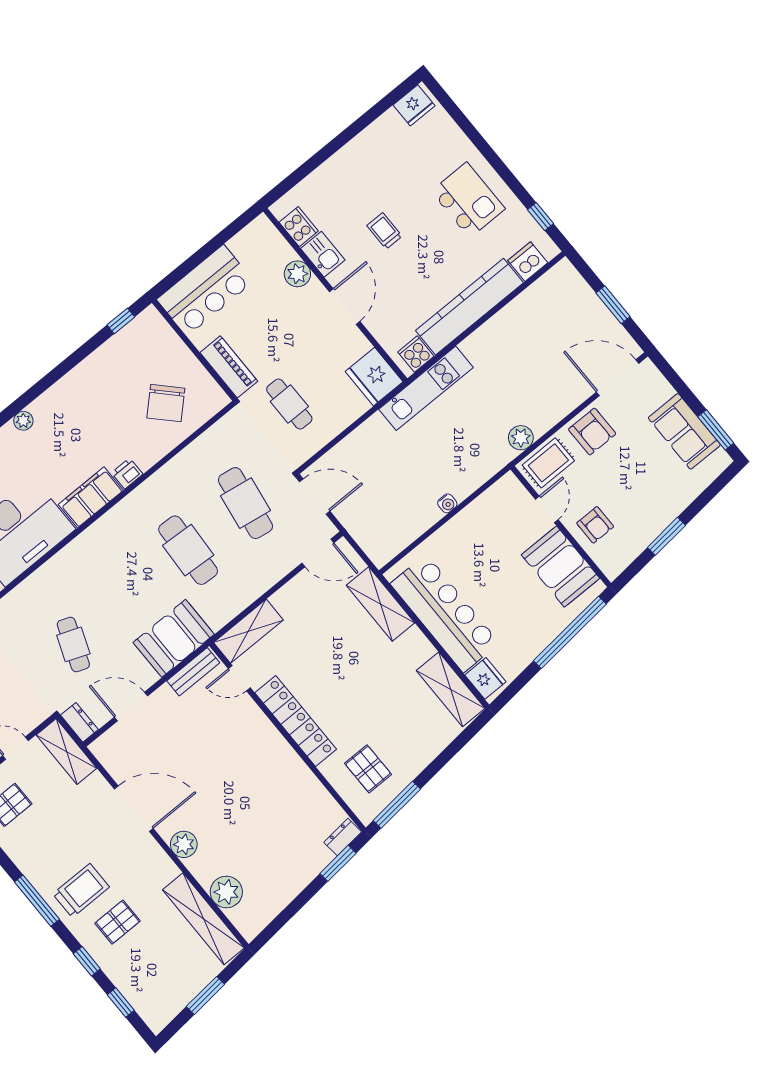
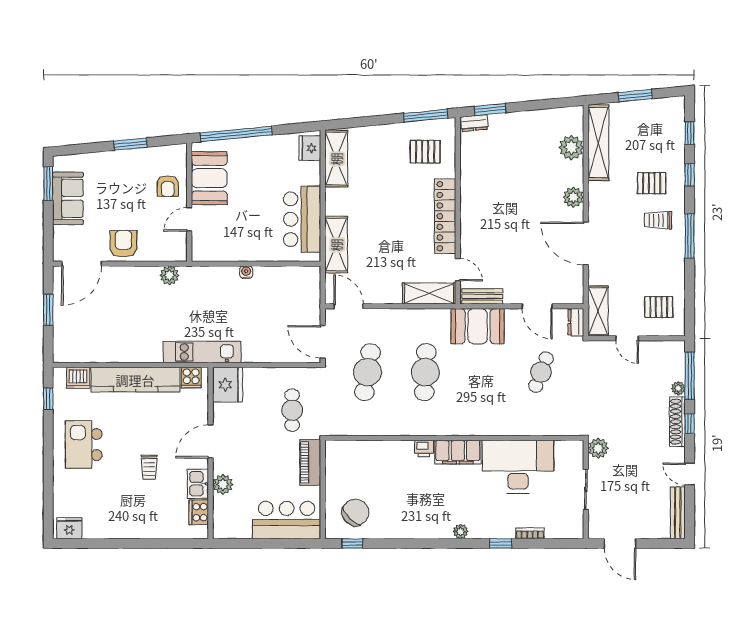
door: (618, 378) -> (81, 264), hinge flipped
chair: (166, 403) -> (355, 512), moved
rug: (548, 463) -> (165, 247), removed
armchair: (595, 525) -> (168, 186), turned 180
bar counter: (445, 613) -> (302, 219), width x0.73
pallet: (368, 769) -> (425, 152), turned 90
trolley: (81, 890) -> (658, 220), width x0.73, depth x0.72

